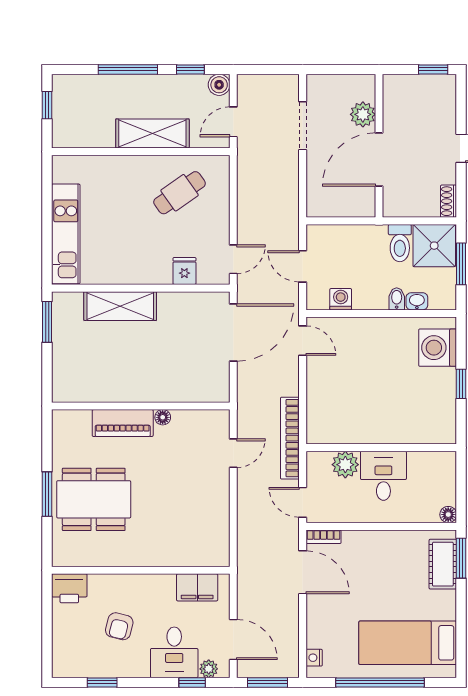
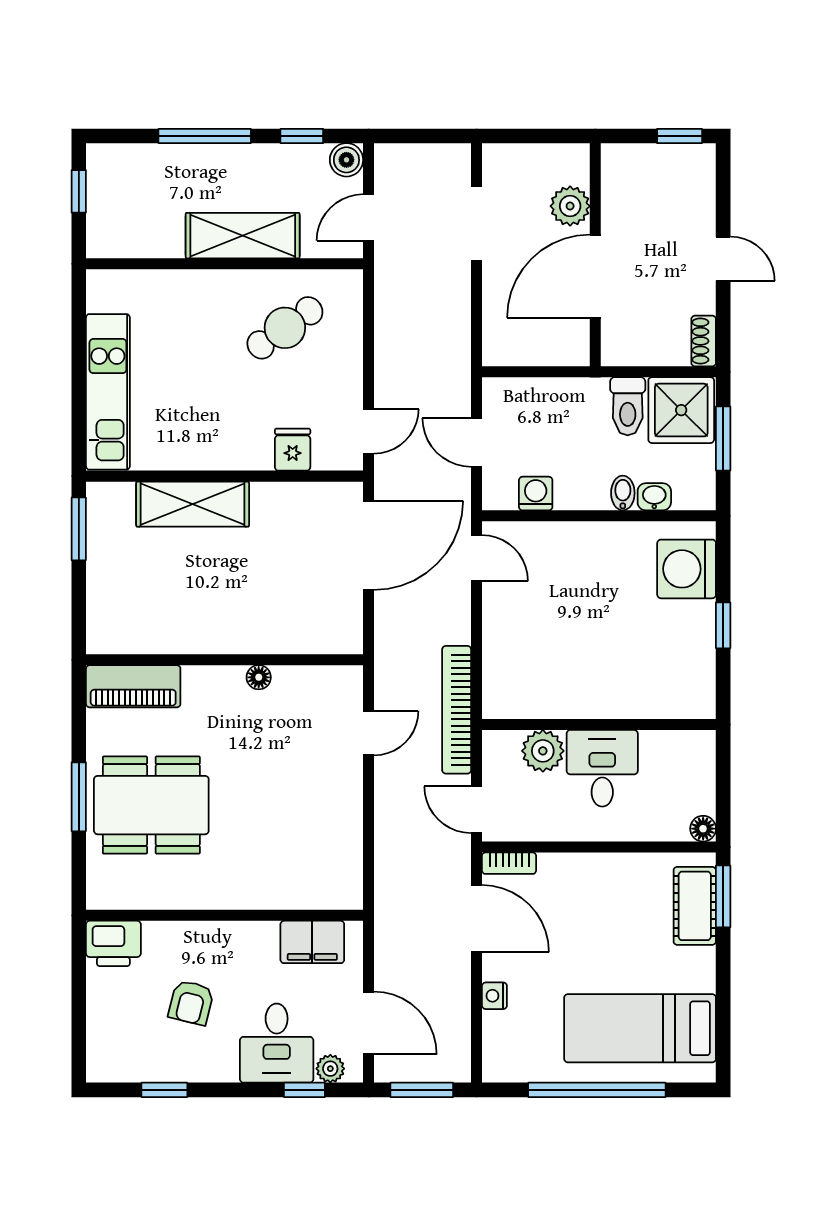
piano: (123, 423) -> (133, 686), moved
nightstand: (314, 658) -> (494, 996), moved

